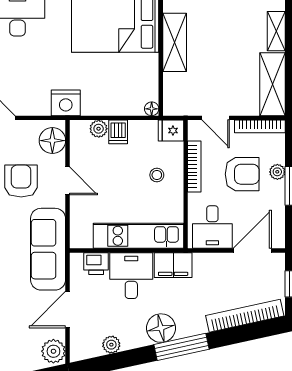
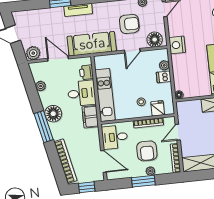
fridge: (171, 131) -> (158, 108), moved

